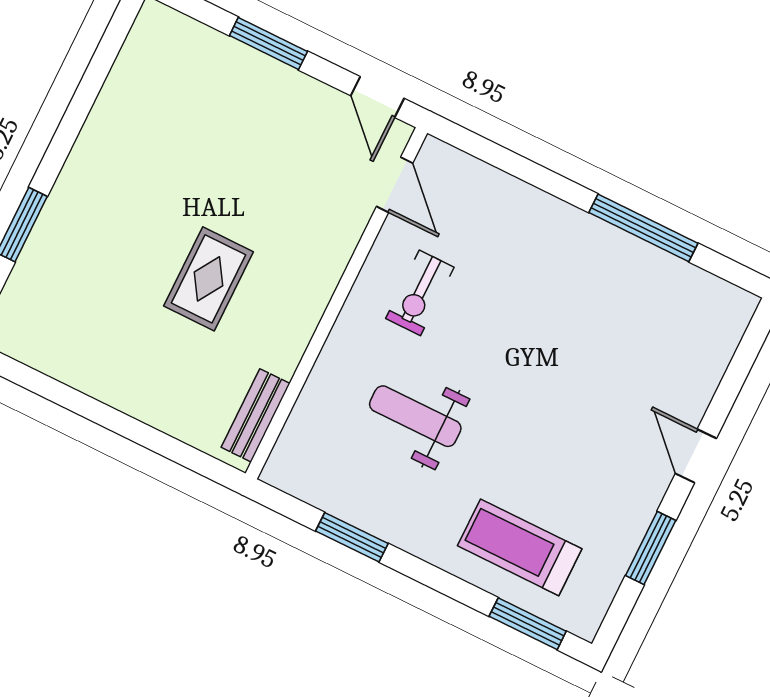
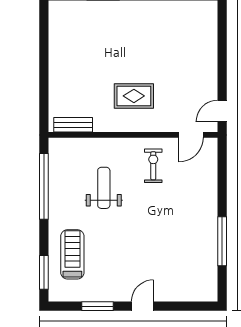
window: (268, 43) -> (222, 58), removed
rug: (209, 279) -> (134, 96), moved
exercise bike: (420, 293) -> (153, 166), turned 90
window: (352, 537) -> (44, 186), width x2.11

